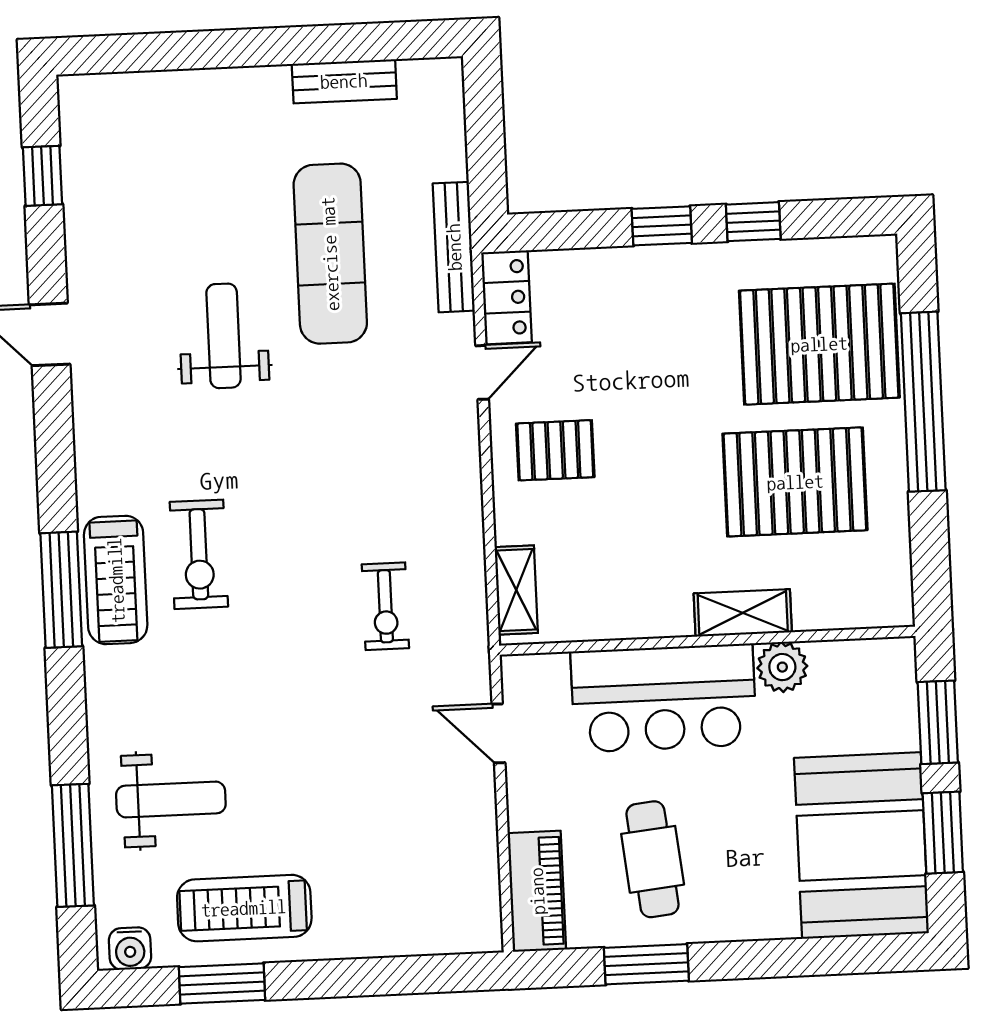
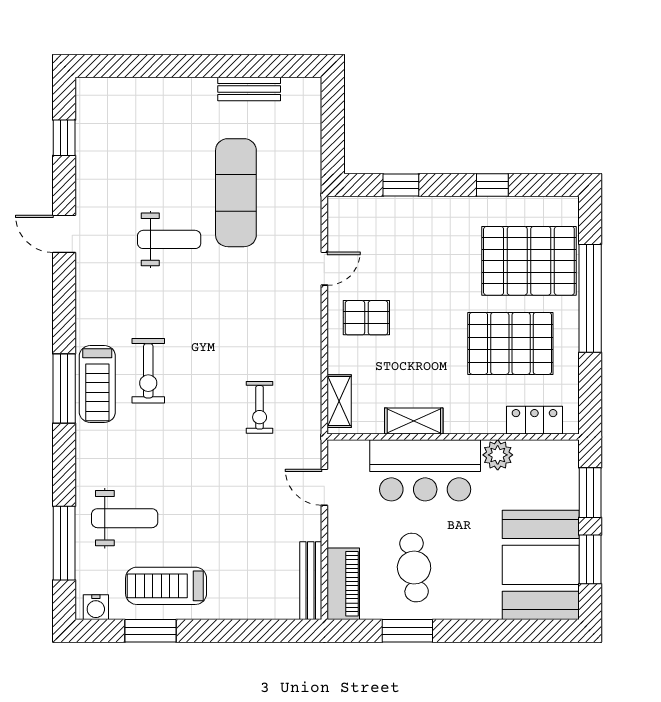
window: (662, 226) -> (401, 185), moved
bench: (454, 247) -> (311, 581), moved
locker: (507, 297) -> (534, 420), moved, turned -90
weight bench: (224, 336) -> (169, 239), turned 90
shelving: (743, 613) -> (414, 421), moved

